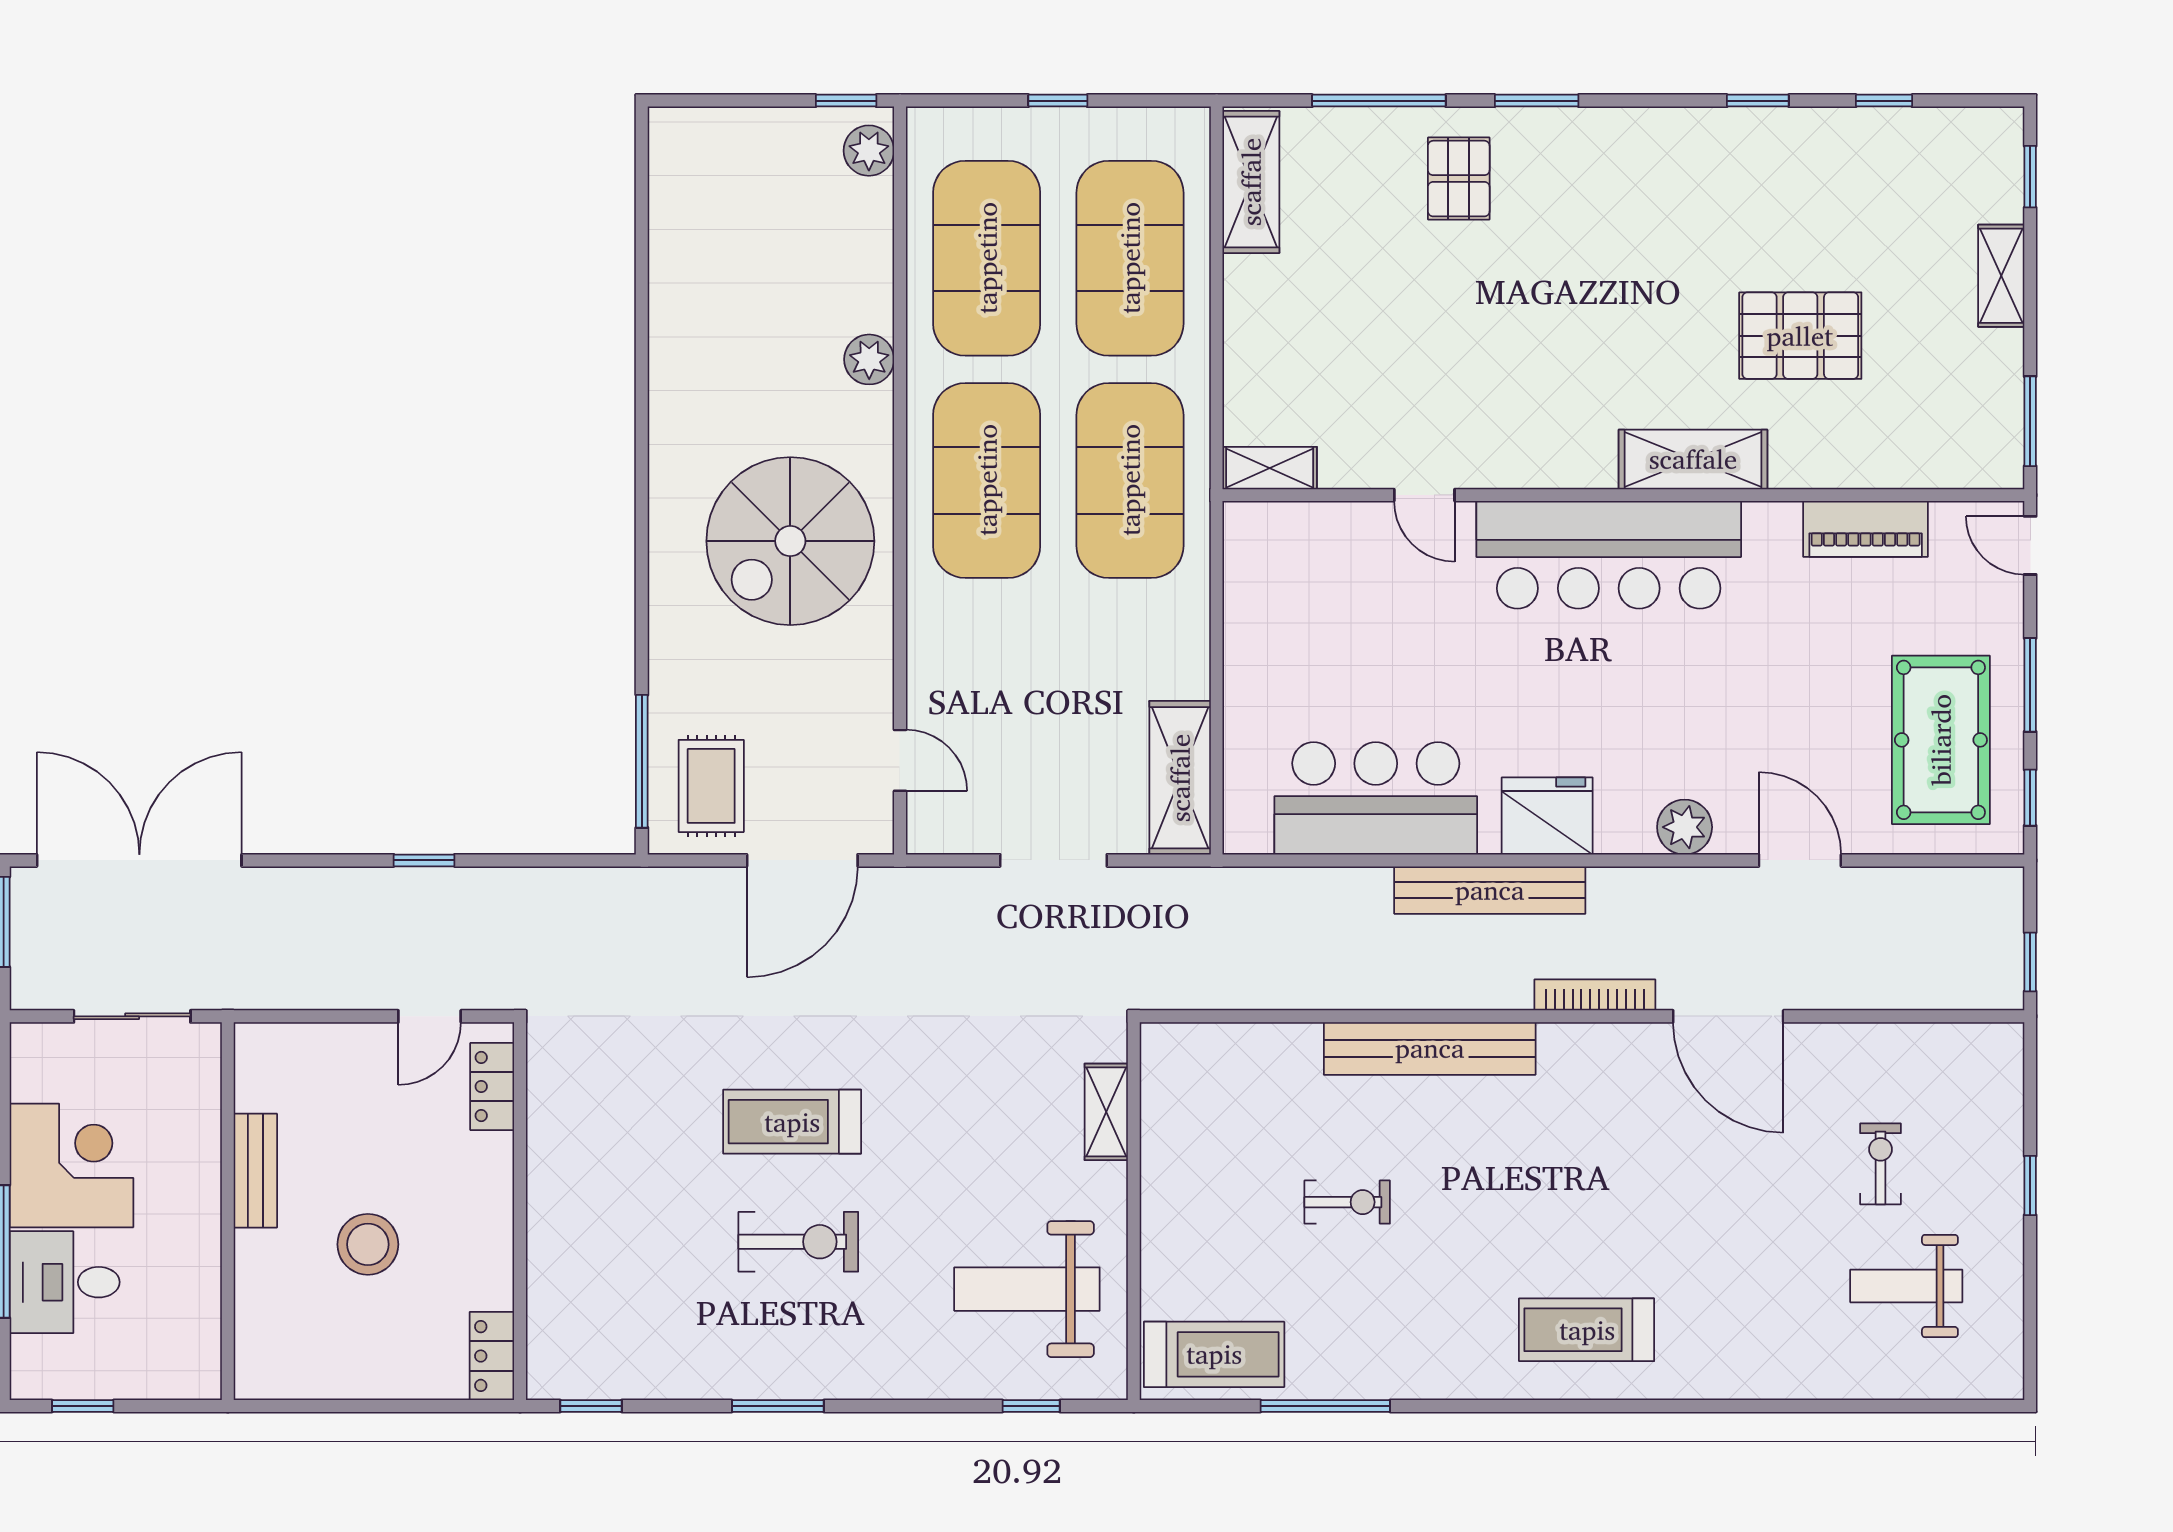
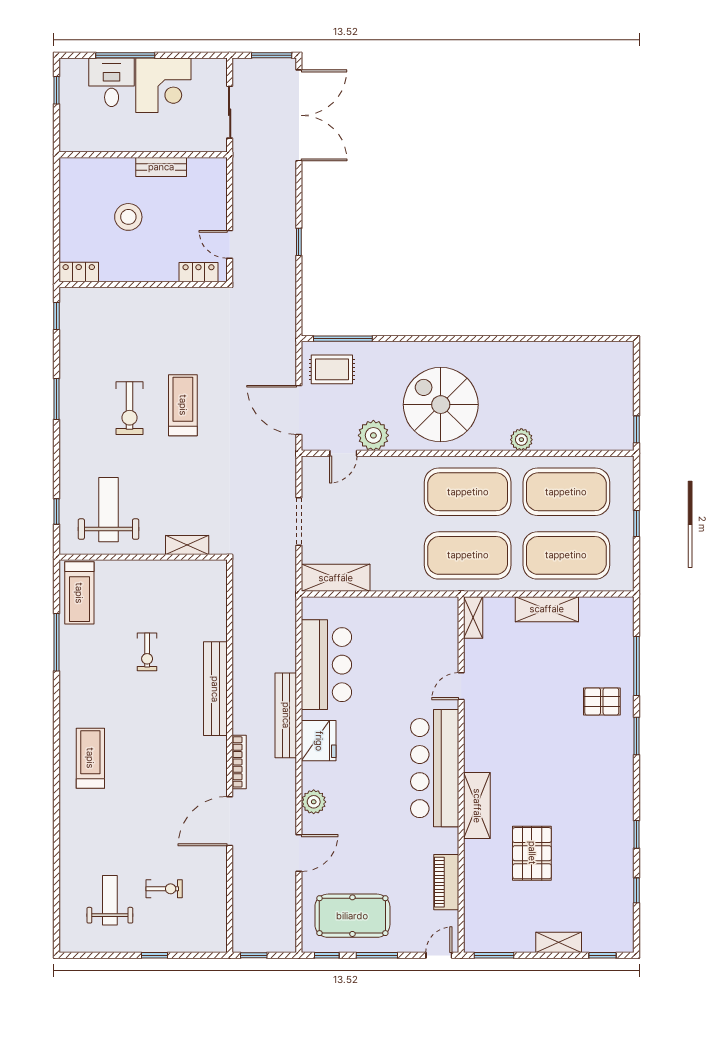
plant: (869, 151) -> (373, 435), moved, width x1.36, depth x1.36
shelving: (1251, 182) -> (547, 609), moved

